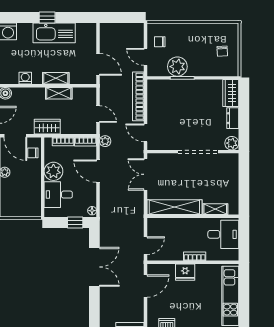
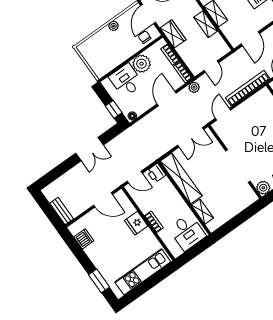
double door: (145, 174) -> (191, 137), swing flipped
printer: (155, 225) -> (156, 173), added
double door: (94, 267) -> (89, 149), width x0.73

